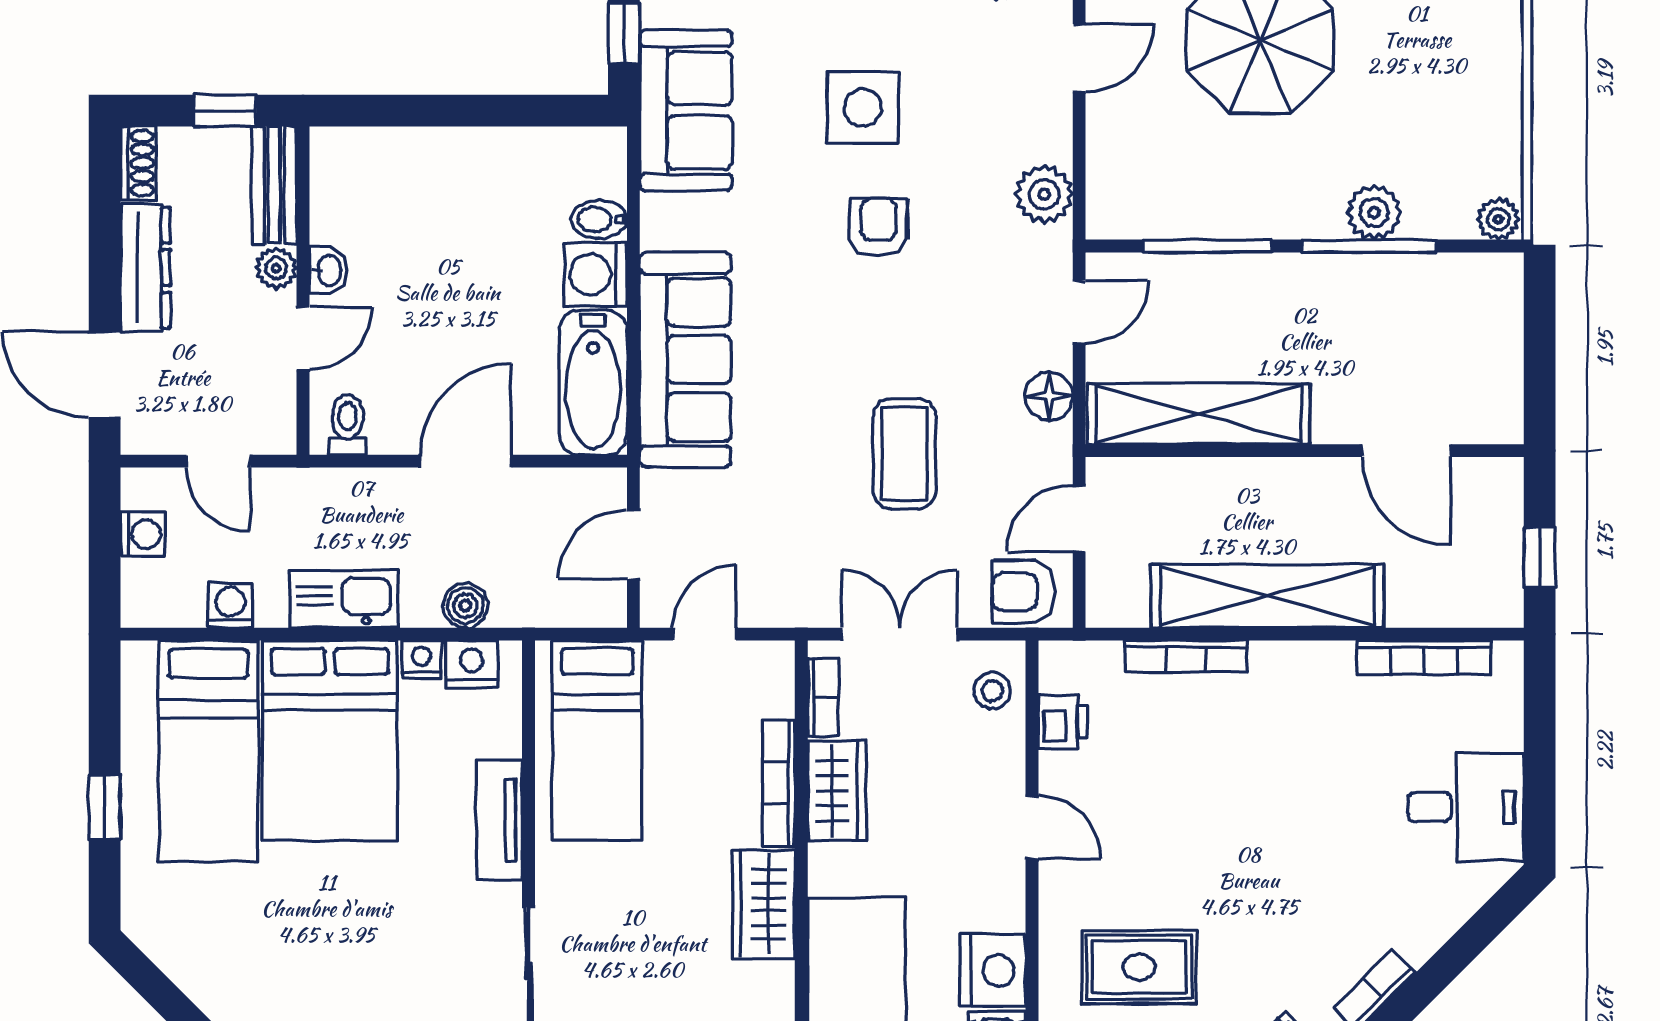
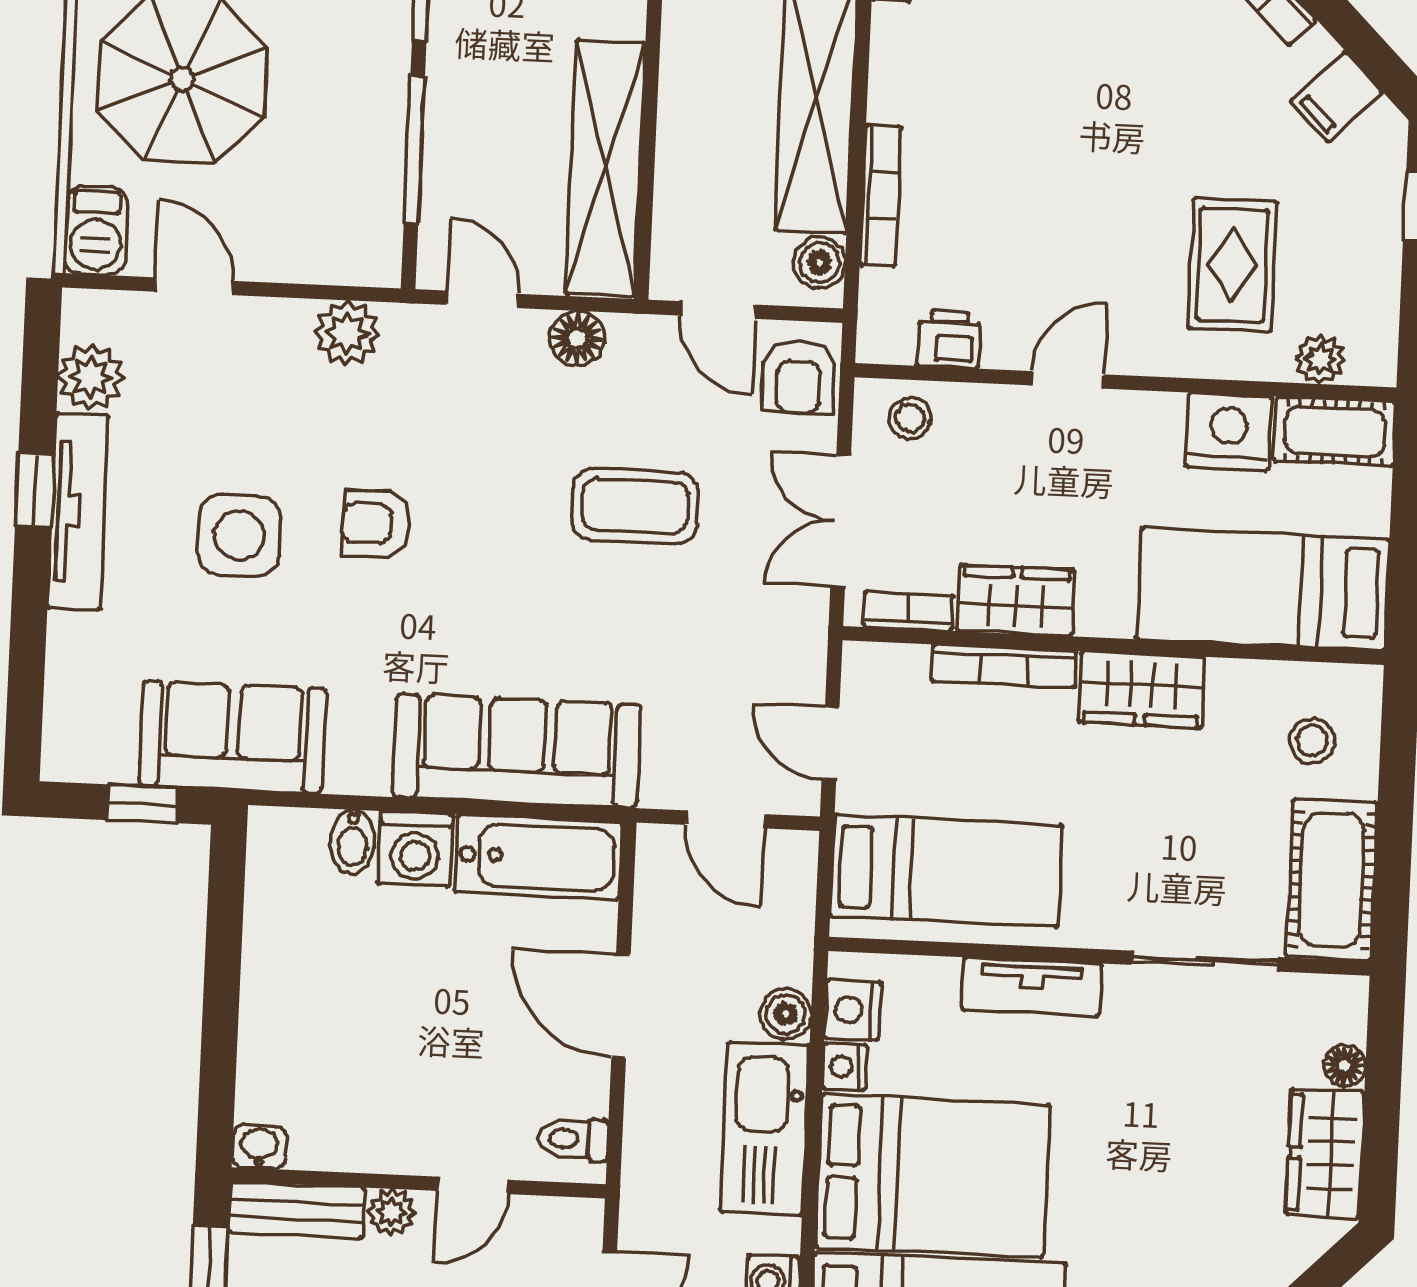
washbasin: (328, 271) -> (259, 1147), moved
door: (303, 339) -> (473, 1185), swing flipped
kitchen sink: (344, 599) -> (765, 1129), width x1.36, depth x1.24
boiler: (1125, 605) -> (819, 263), added

